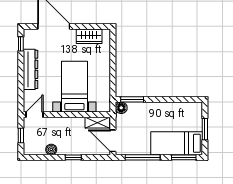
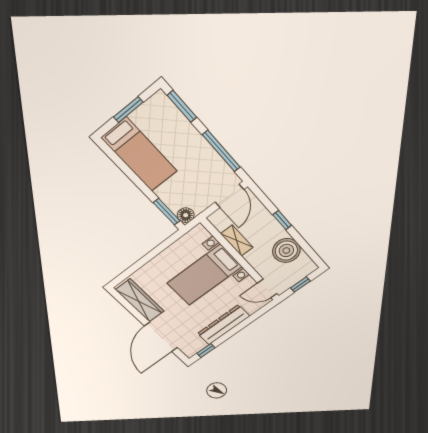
wardrobe: (89, 36) -> (140, 300), width x1.50
shelving: (97, 123) -> (237, 241), moved
bed: (177, 143) -> (139, 155), moved
boiler: (51, 149) -> (286, 250), width x1.86, depth x1.86

